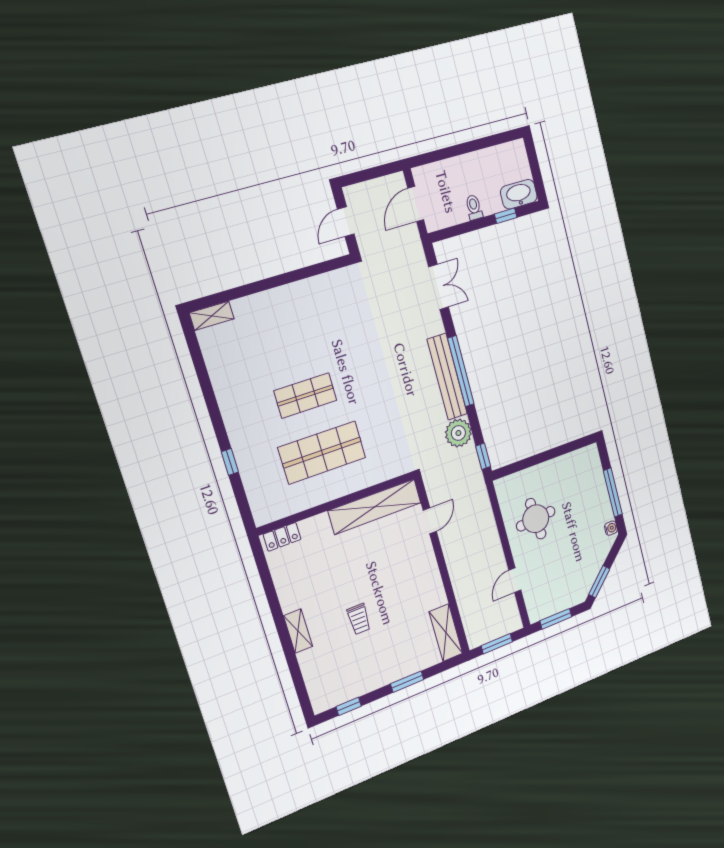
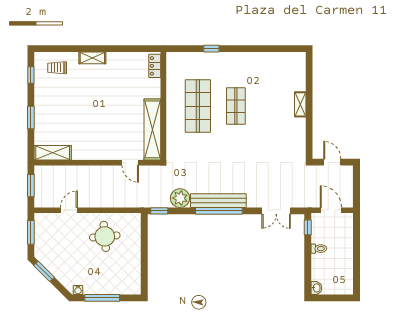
washbasin: (519, 194) -> (316, 288), width x0.52, depth x0.69
window: (506, 216) -> (308, 227), moved
shelving: (212, 316) -> (300, 104), moved
door: (515, 580) -> (69, 210), hinge flipped
trolley: (359, 619) -> (57, 68), moved

